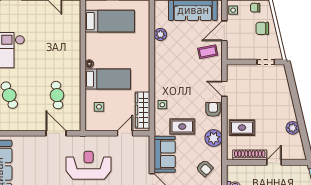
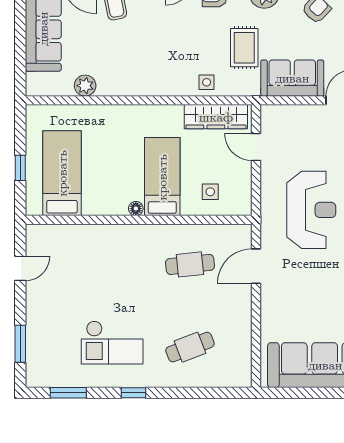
reception desk: (89, 165) -> (311, 210), turned 180

